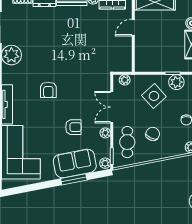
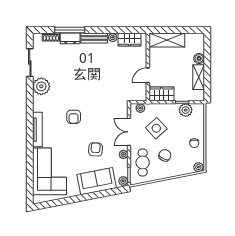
door: (133, 27) -> (148, 75), moved
wardrobe: (149, 64) -> (161, 94), added
side table: (154, 96) -> (156, 128), moved
armchair: (73, 127) -> (96, 149), turned -86
window: (74, 179) -> (96, 195), removed

